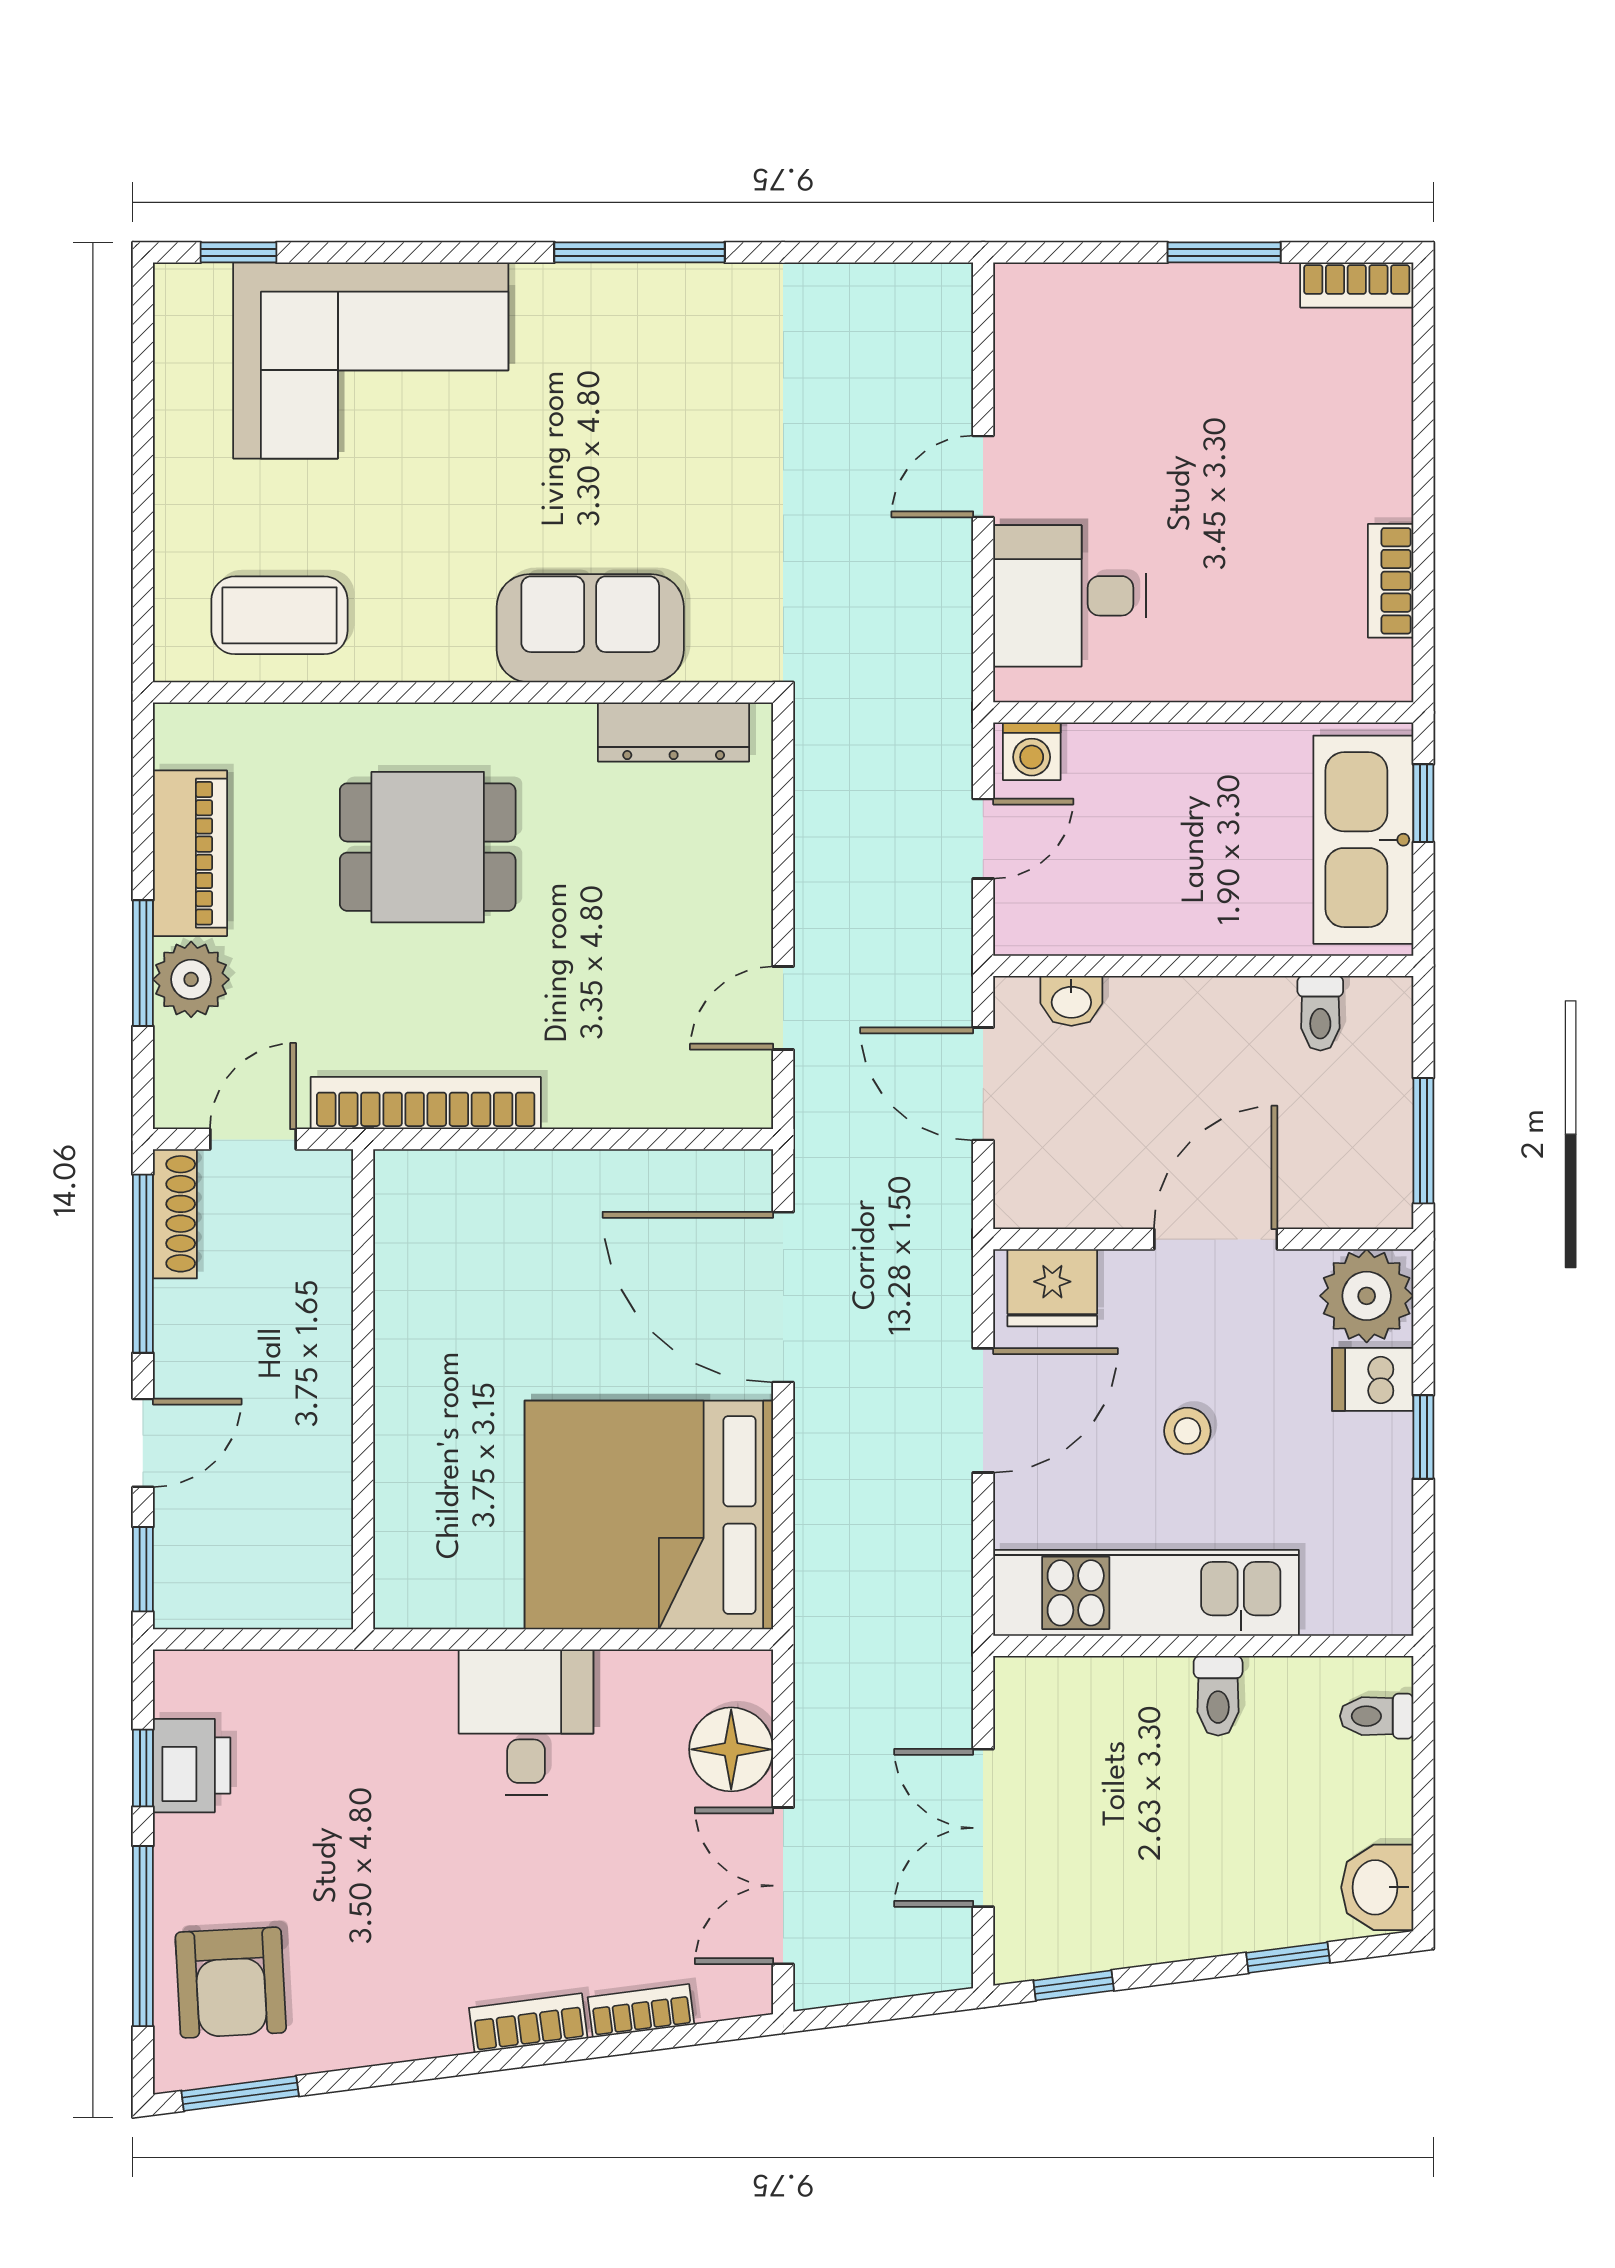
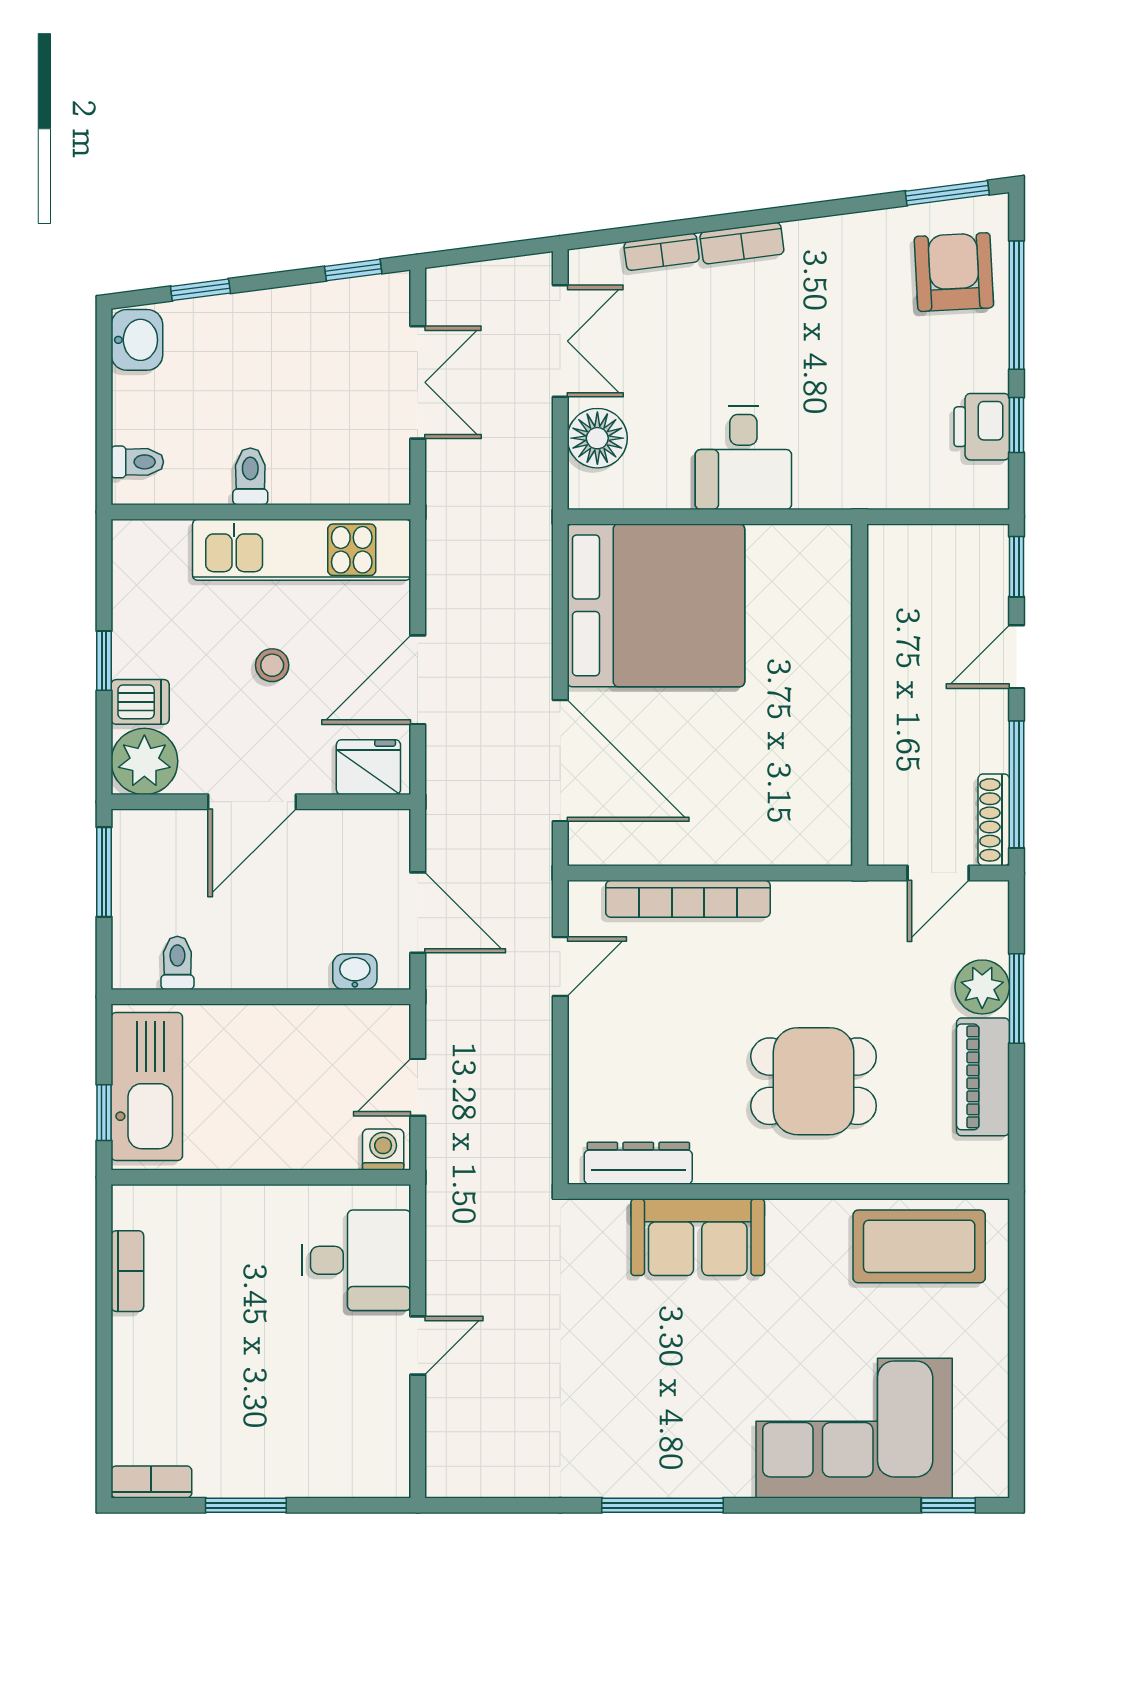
coffee table: (279, 615) -> (919, 1246), width x1.36, depth x1.32
bookcase: (426, 1103) -> (688, 899), moved

